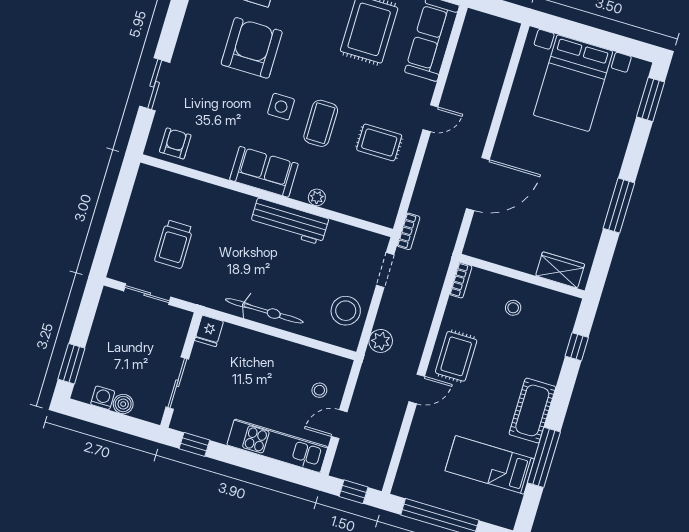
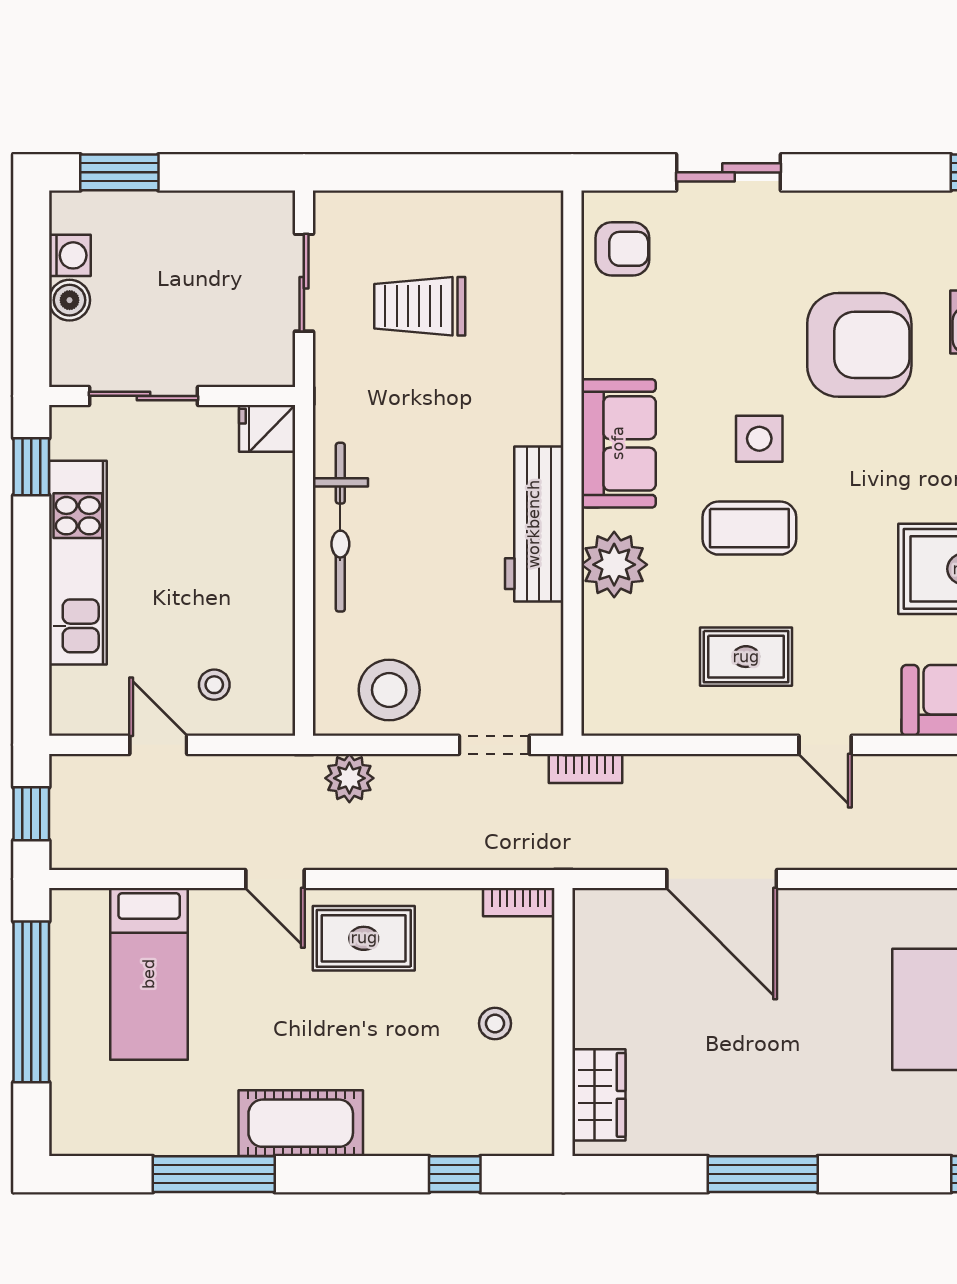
rug: (379, 142) -> (746, 657), turned 90
plant: (317, 197) -> (614, 565), width x1.87, depth x1.87
kitchen unit: (277, 446) -> (78, 563), moved
bed: (490, 465) -> (149, 974), moved, turned 180

